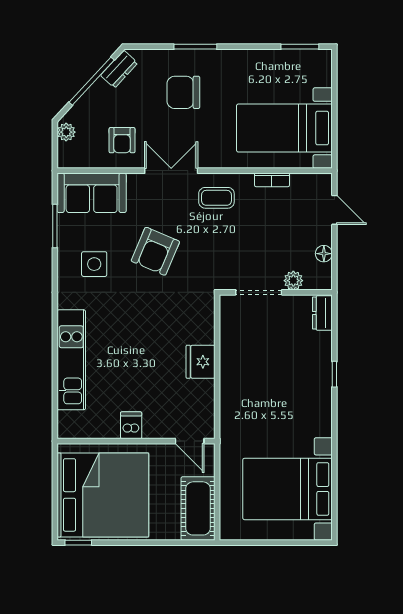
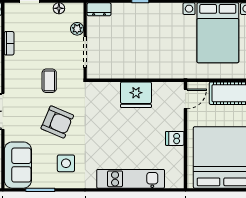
coffee table: (216, 198) -> (49, 81), moved
fridge: (201, 362) -> (136, 95), width x1.36, depth x1.34

